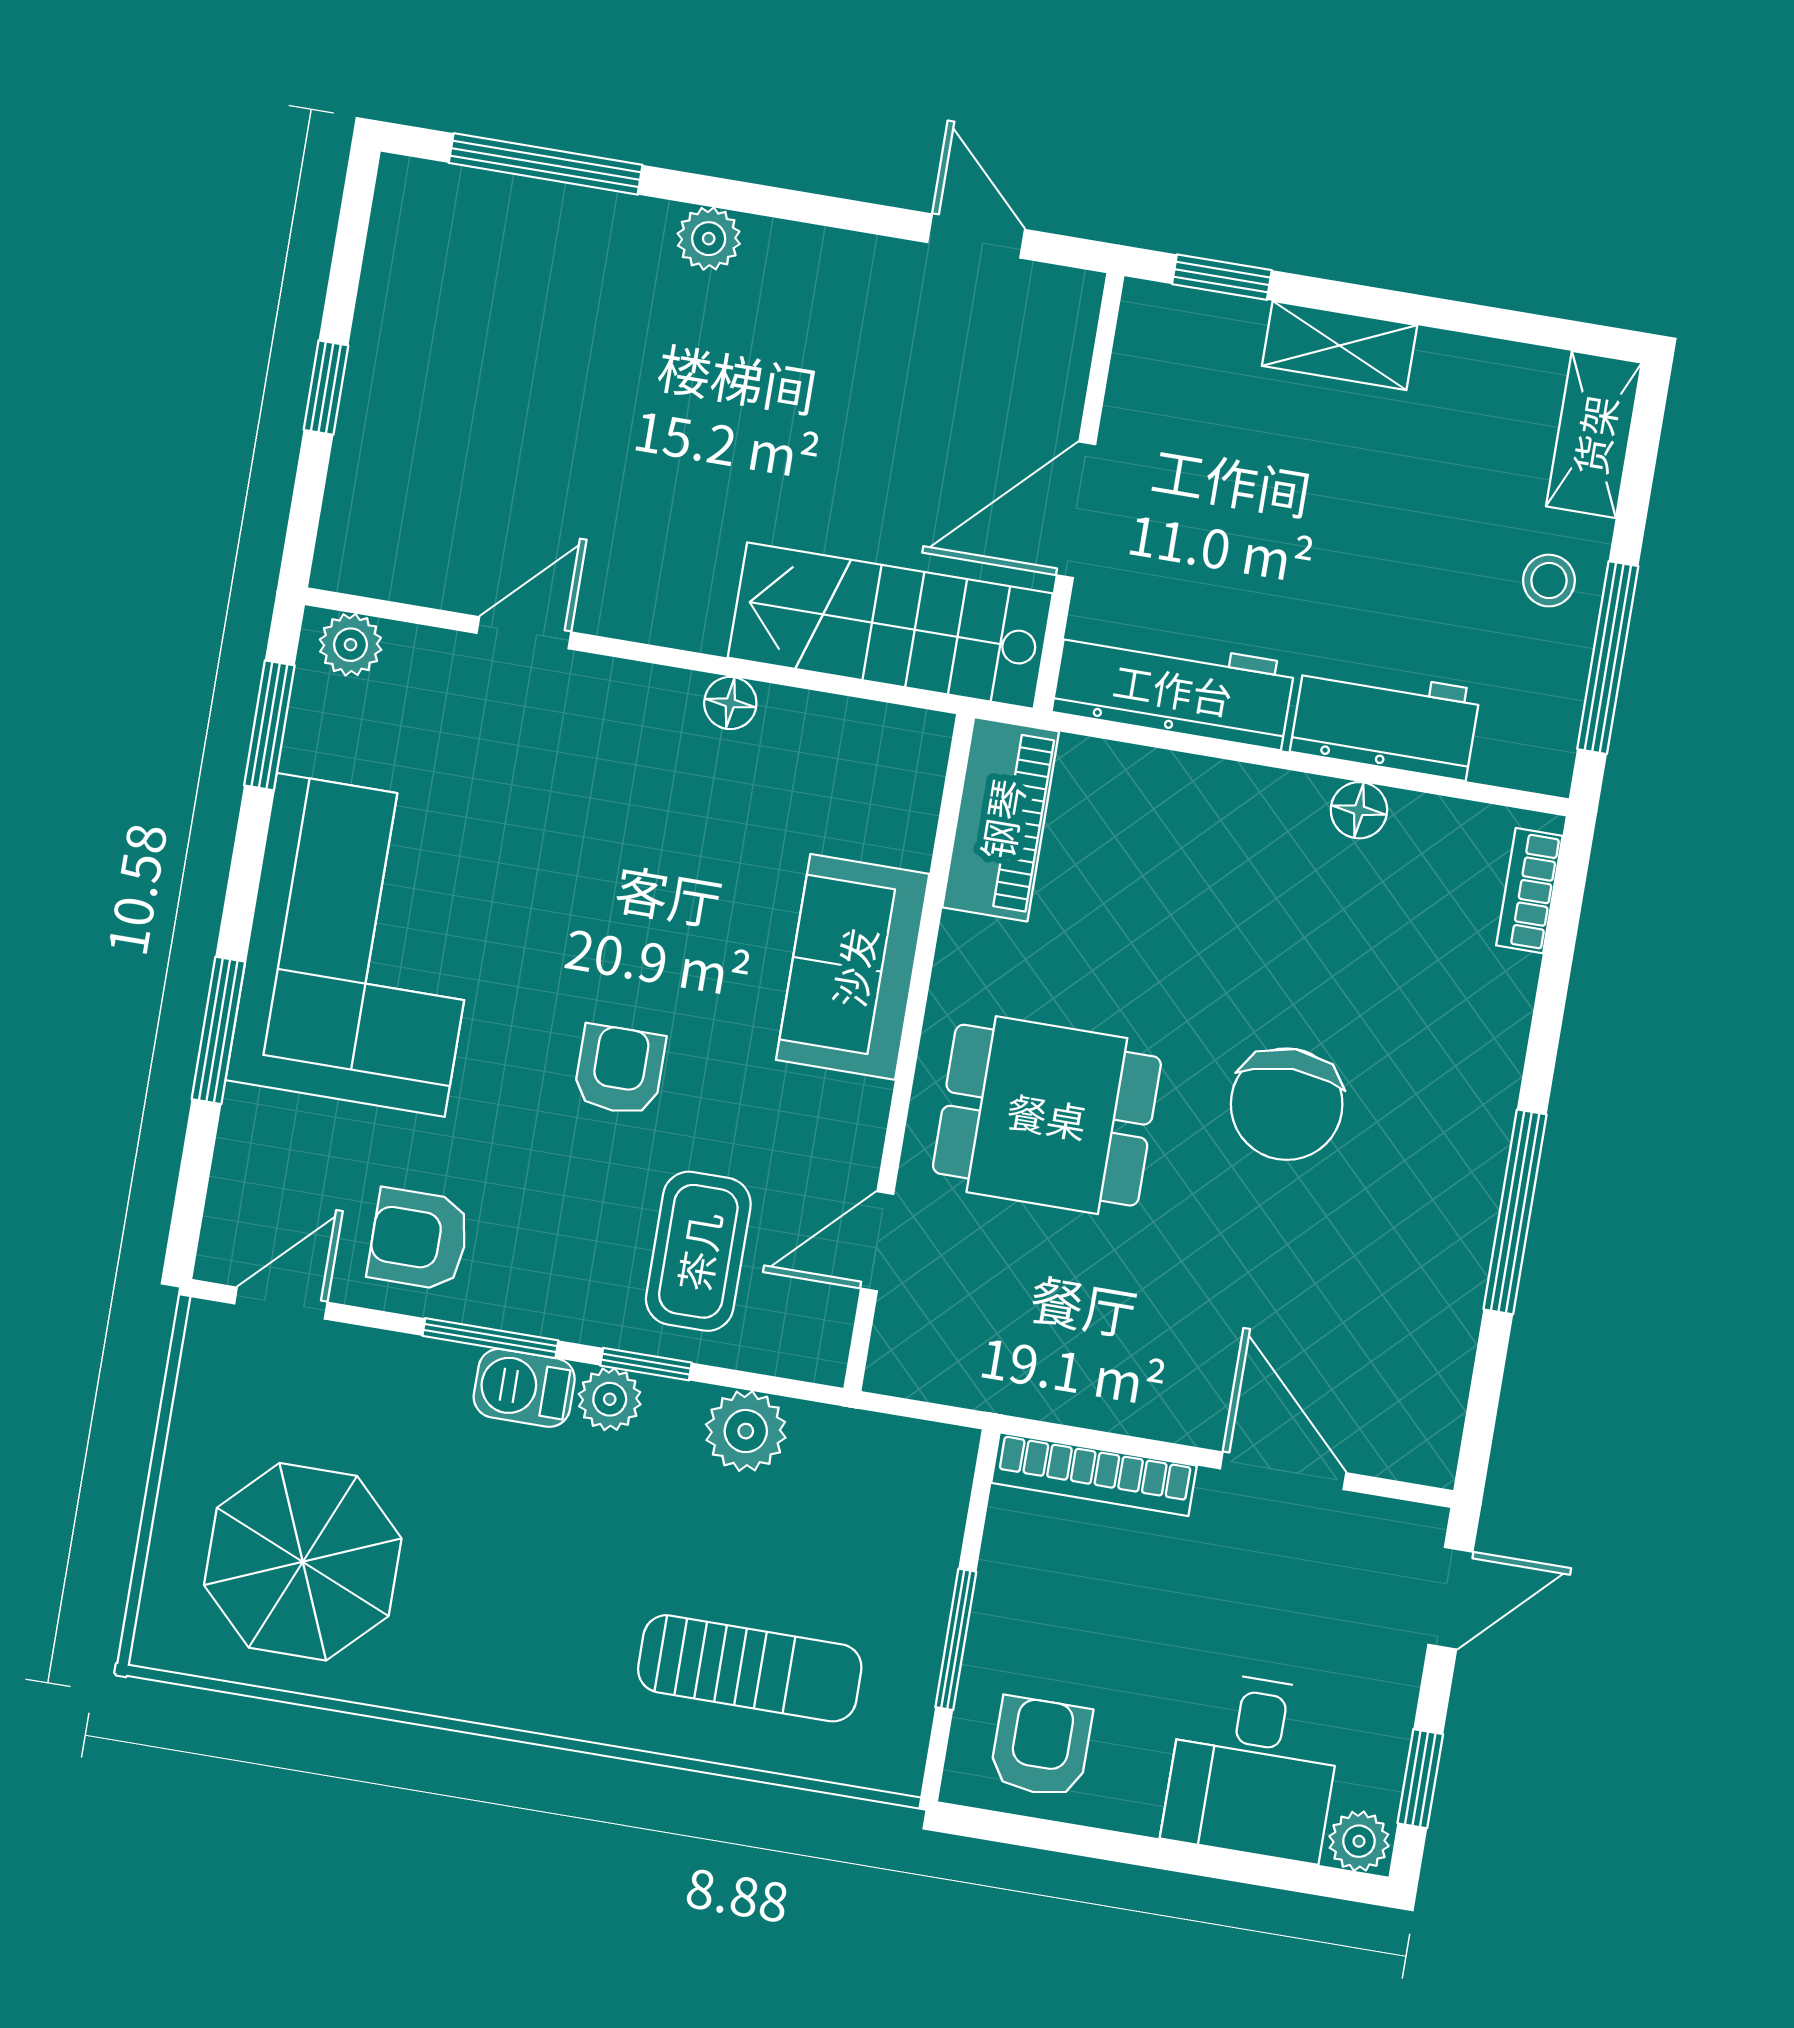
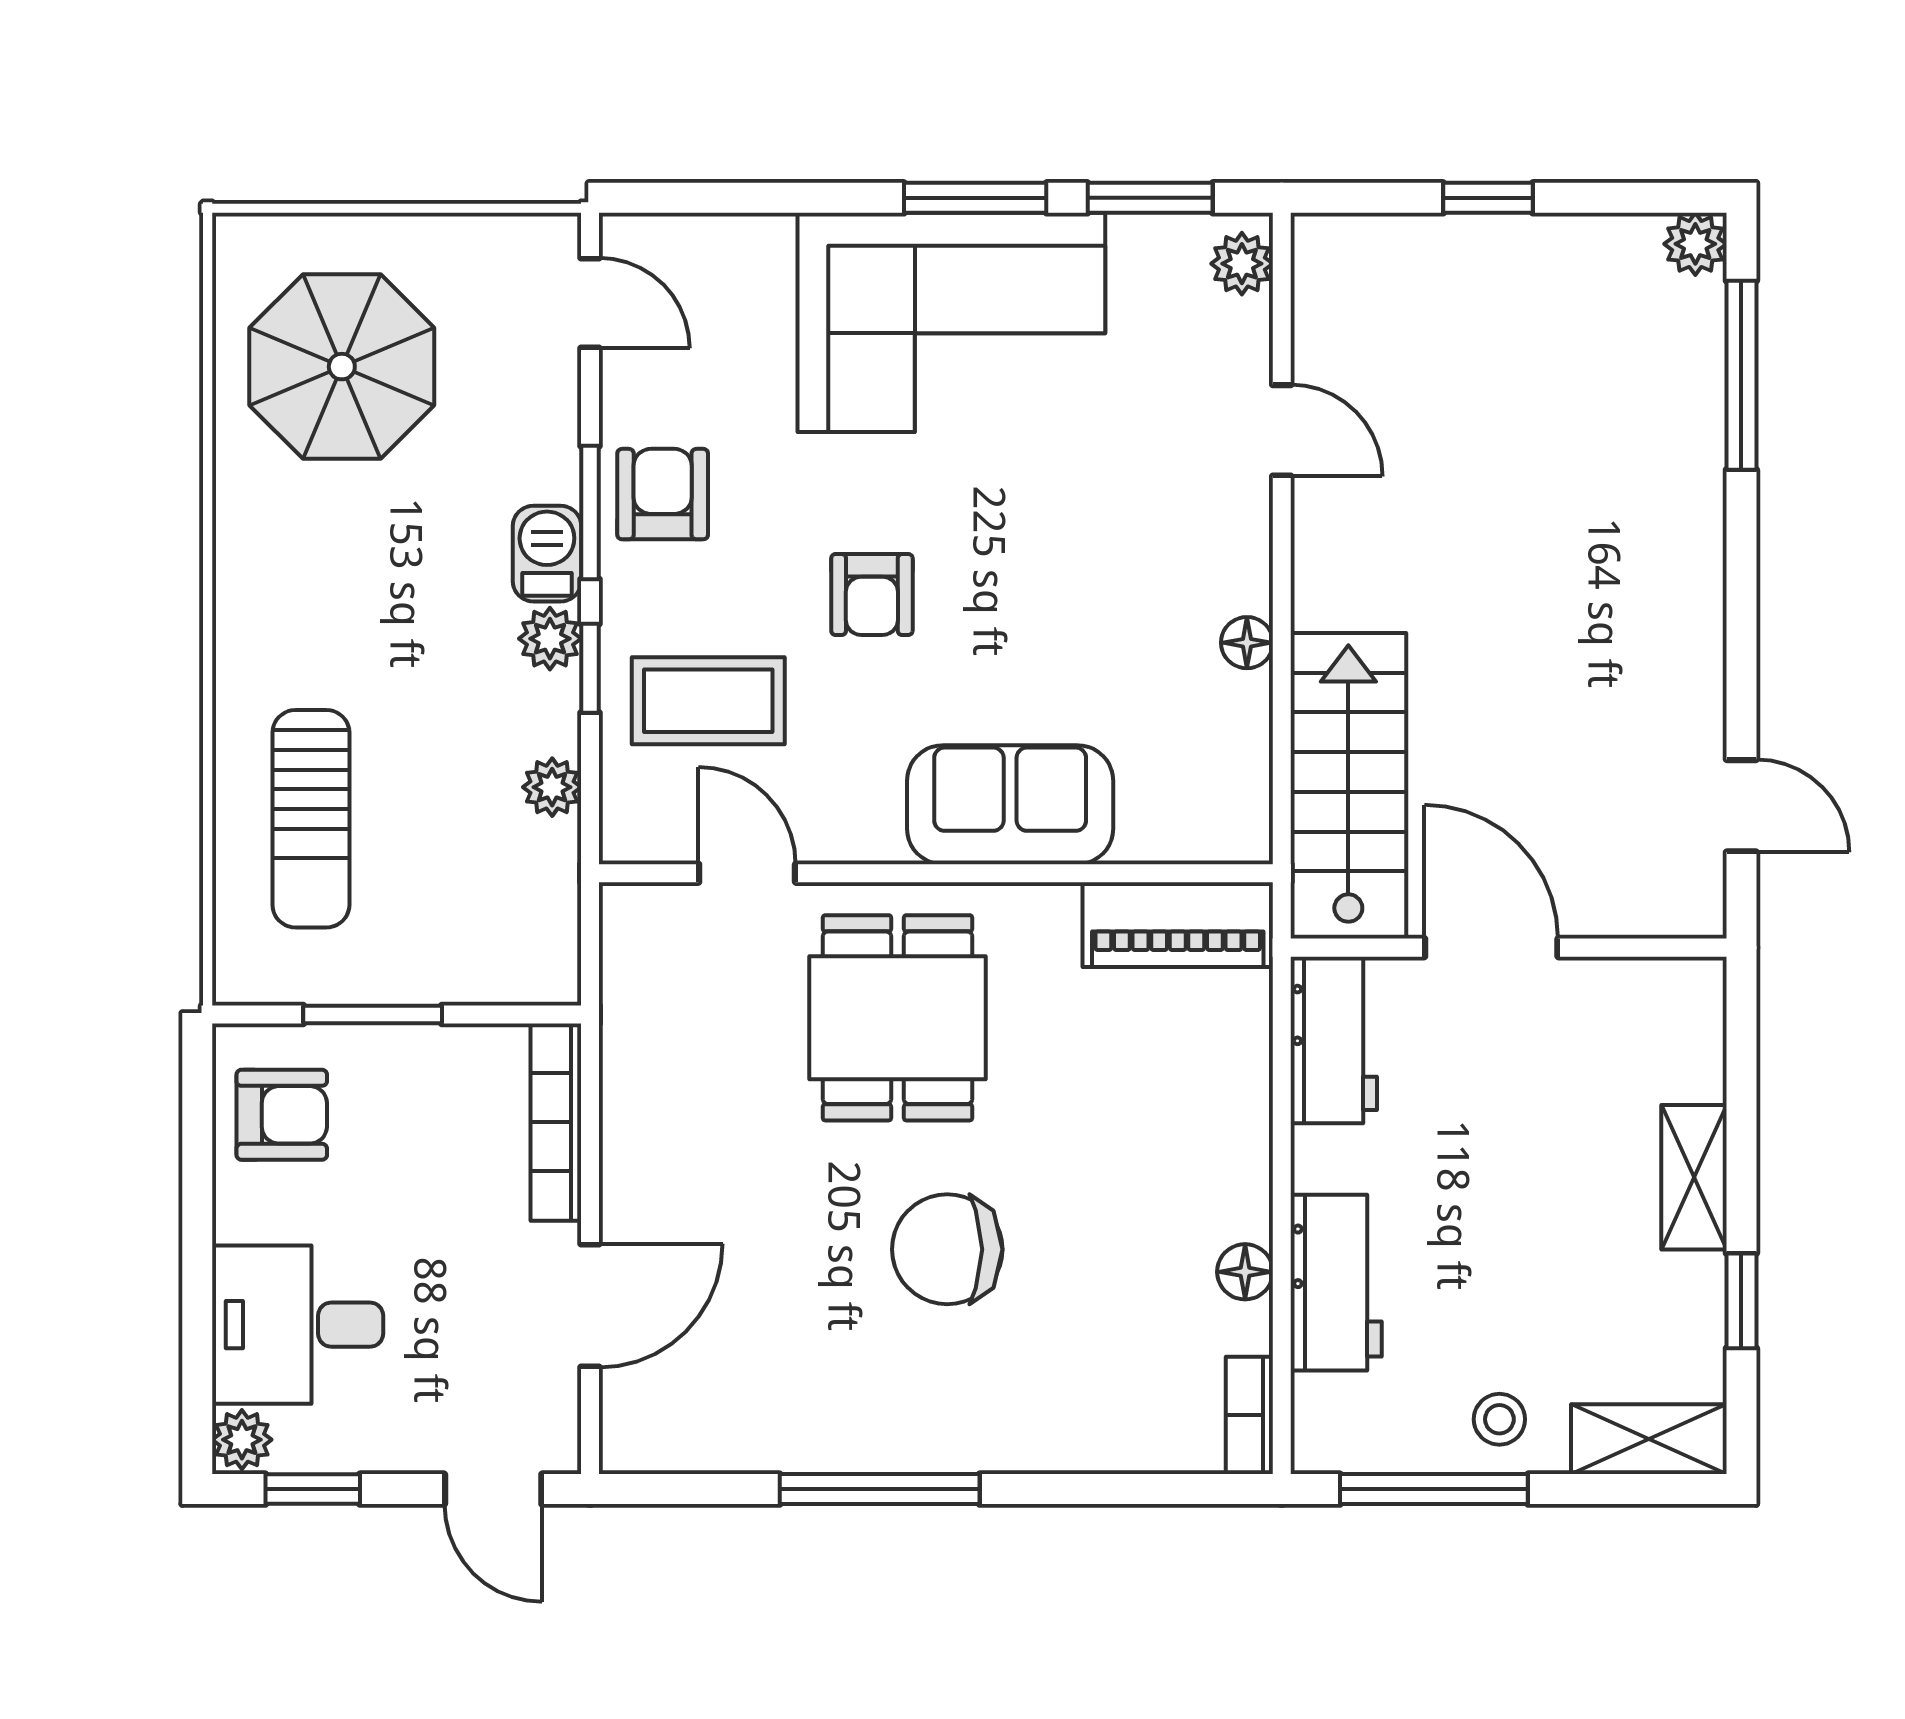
door: (976, 236) -> (1741, 806), hinge flipped
plant: (709, 239) -> (1695, 244), moved
window: (1222, 277) -> (1741, 1301), moved
workbench: (1173, 688) -> (1334, 1040), width x0.73
bookcase: (1529, 891) -> (1249, 1415), moved, turned -90
window: (218, 1030) -> (975, 198), moved
armchair: (619, 1070) -> (872, 595), turned 90
armchair: (419, 1239) -> (663, 494), moved
plant: (746, 1431) -> (552, 787), width x0.73, depth x0.73

